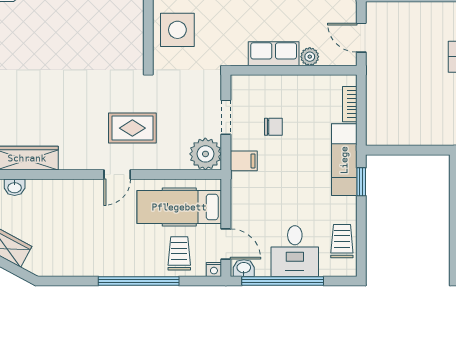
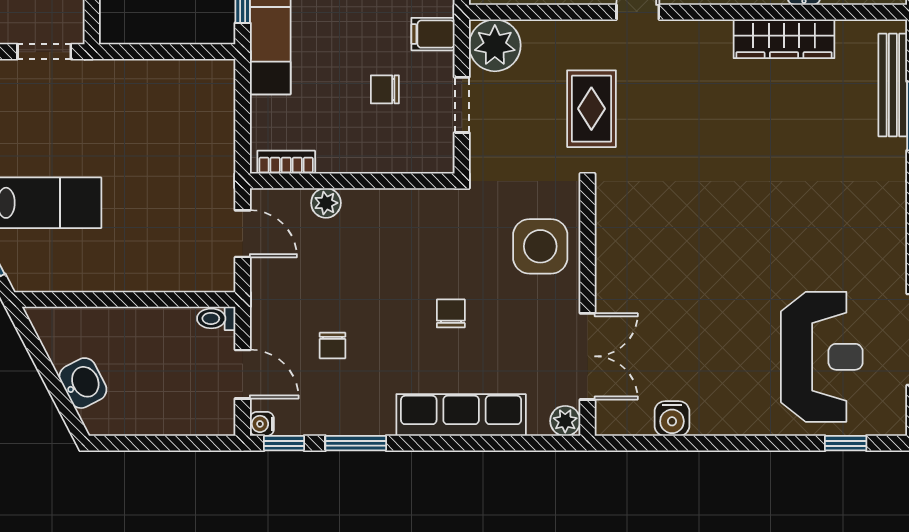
row of seats: (274, 54) -> (384, 208), removed
bookcase: (350, 104) -> (286, 162), moved, turned -90
rug: (132, 128) -> (591, 109), moved, turned 90

